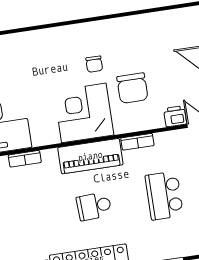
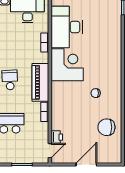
chair: (132, 88) -> (106, 127), moved
corner desk: (84, 113) -> (67, 65), moved

